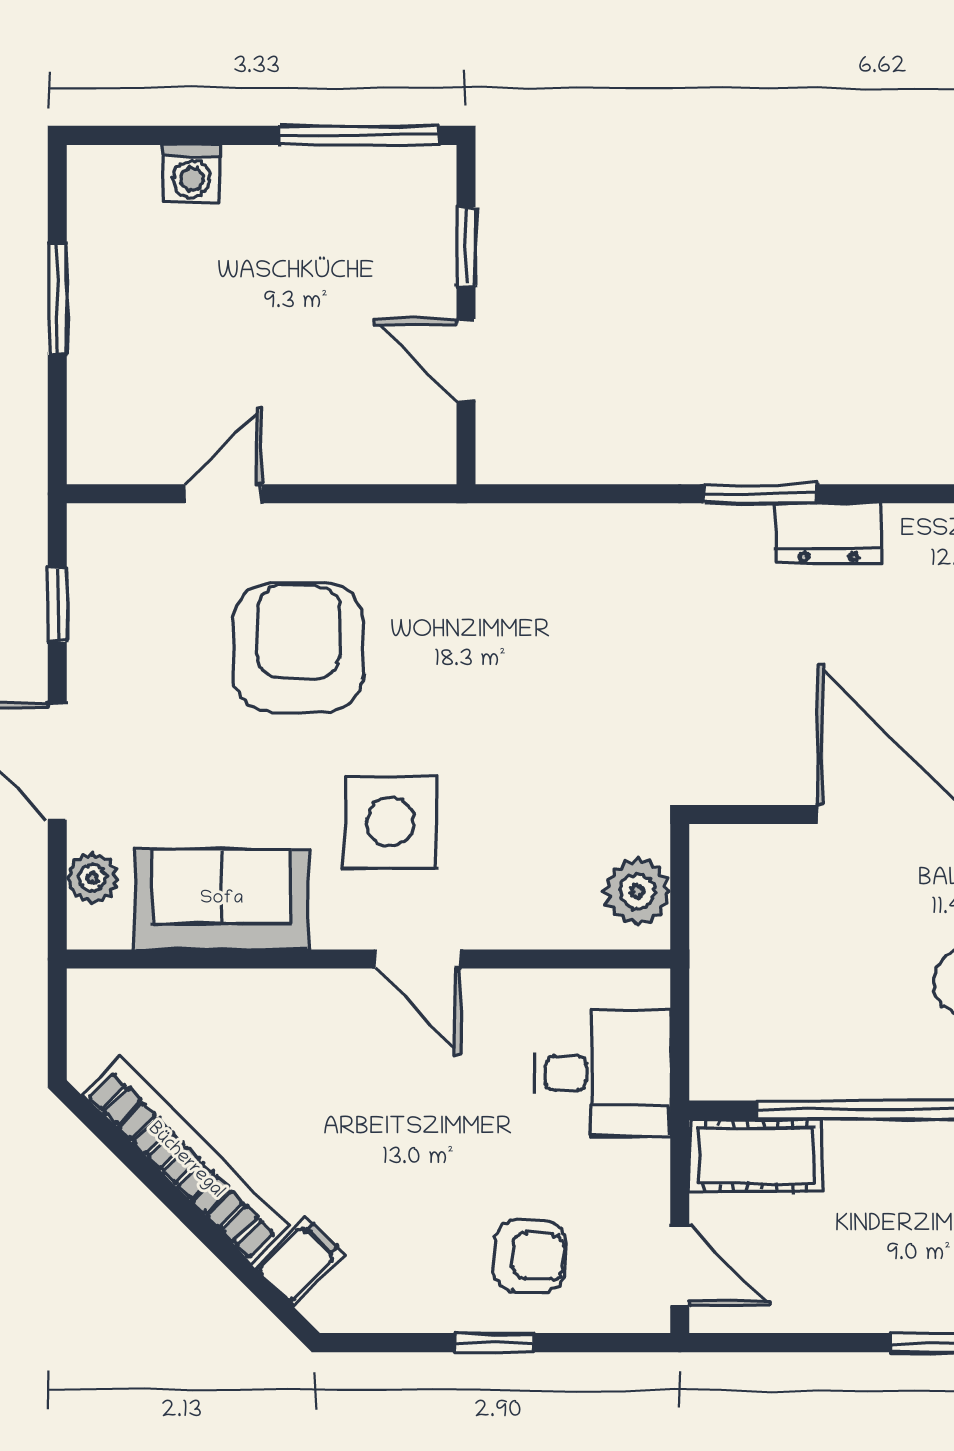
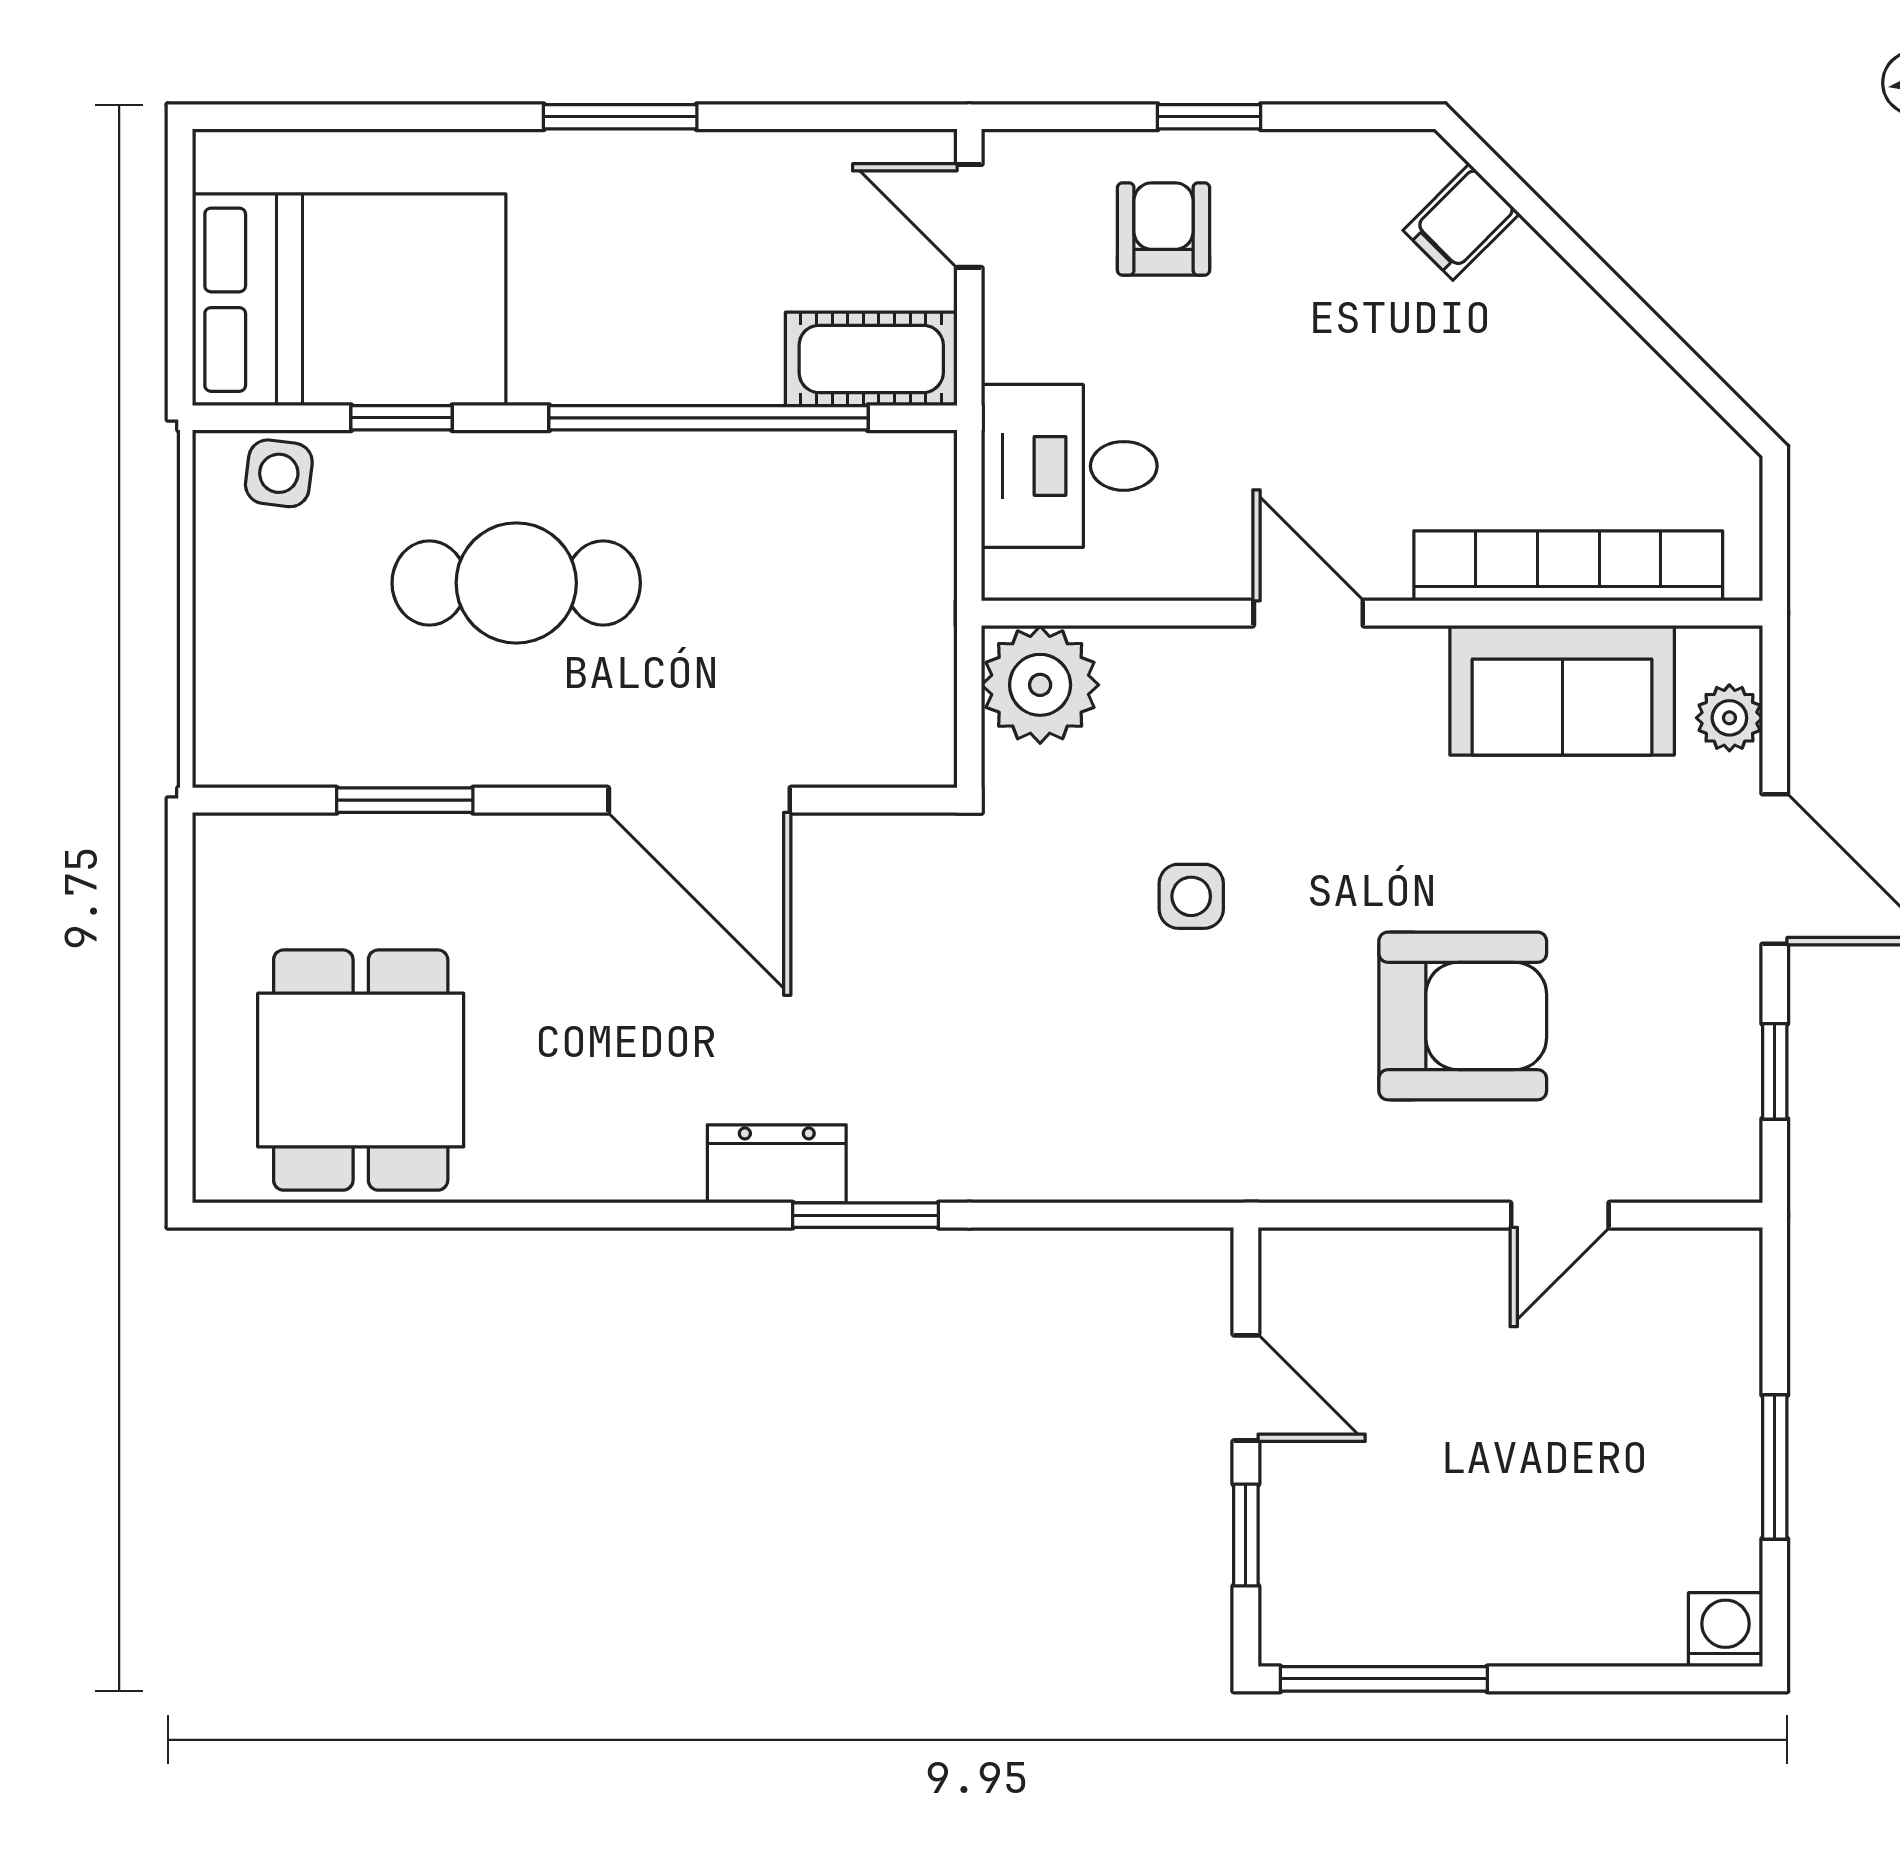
washing machine: (192, 173) -> (1726, 1630), moved
armchair: (298, 648) -> (1463, 1016), turned -90
side table: (390, 822) -> (1191, 896), moved, width x0.54, depth x0.54
plant: (637, 891) -> (1040, 685), width x1.36, depth x1.36
bookcase: (186, 1161) -> (1568, 566), moved, turned 135
armchair: (530, 1256) -> (1164, 229), turned 88

